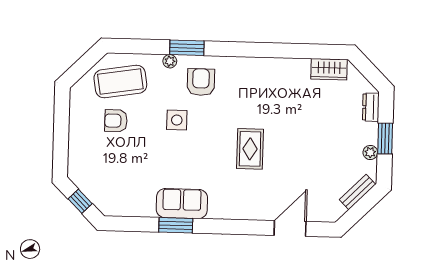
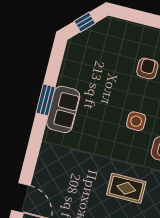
rug: (250, 149) -> (126, 188), moved

